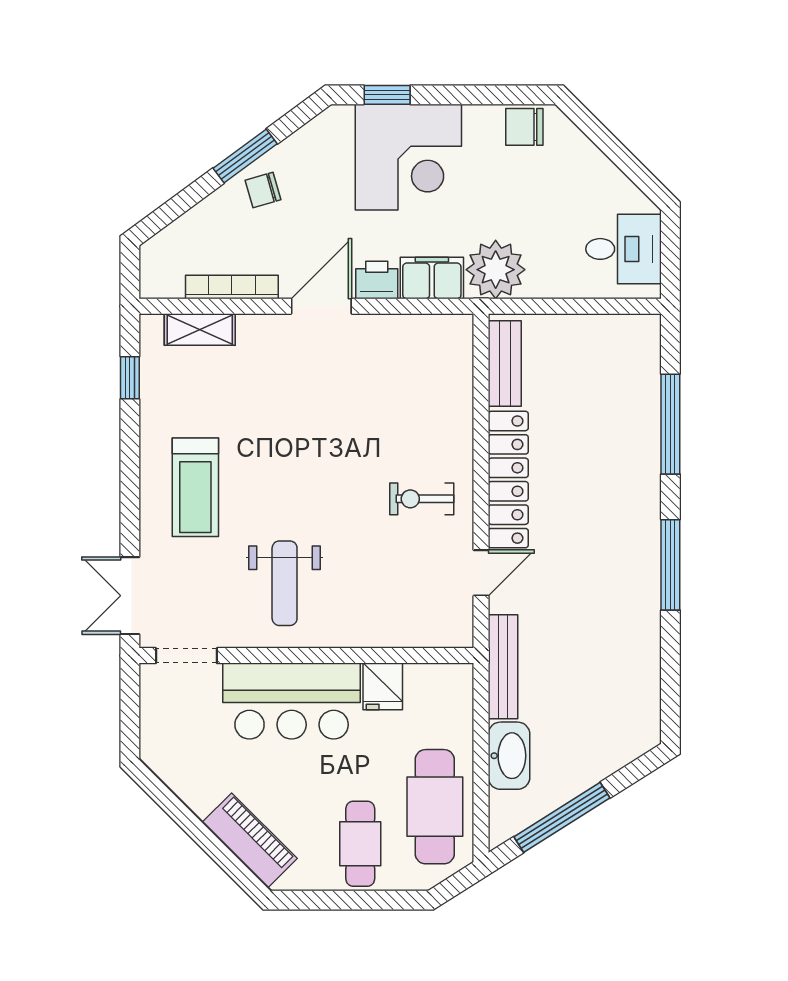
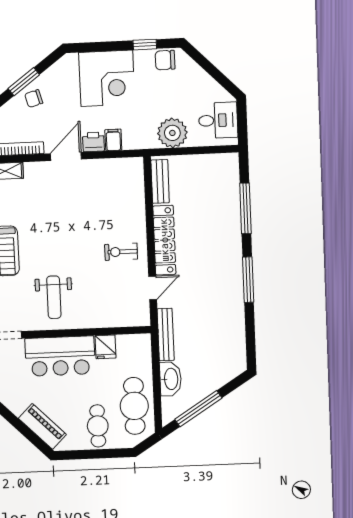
window: (387, 95) -> (145, 45), moved
plant: (496, 270) -> (172, 133), moved
filing cabinet: (432, 278) -> (113, 140), width x0.50

